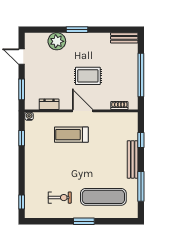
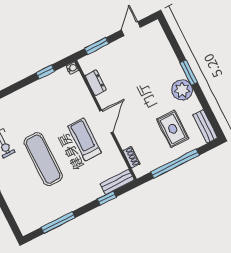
plant: (57, 41) -> (182, 90), moved
rug: (88, 76) -> (173, 129), moved
treadmill: (71, 135) -> (84, 139), moved
bench: (133, 159) -> (117, 182), moved, width x0.73
exercise mat: (103, 197) -> (43, 159), moved

